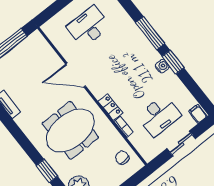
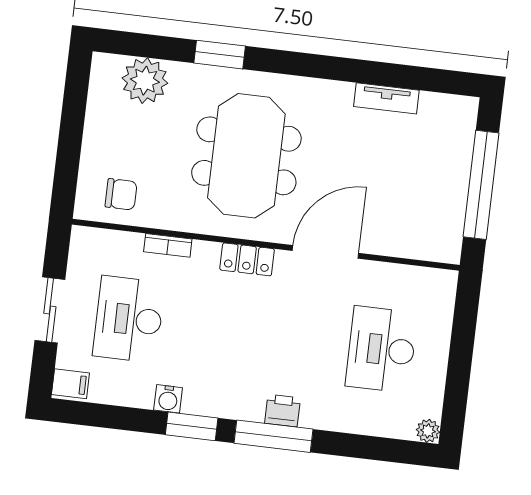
desk: (89, 27) -> (381, 349), turned 180
printer: (139, 38) -> (282, 411), added
water cooler: (162, 66) -> (168, 399), moved
locker: (110, 107) -> (247, 259), moved

